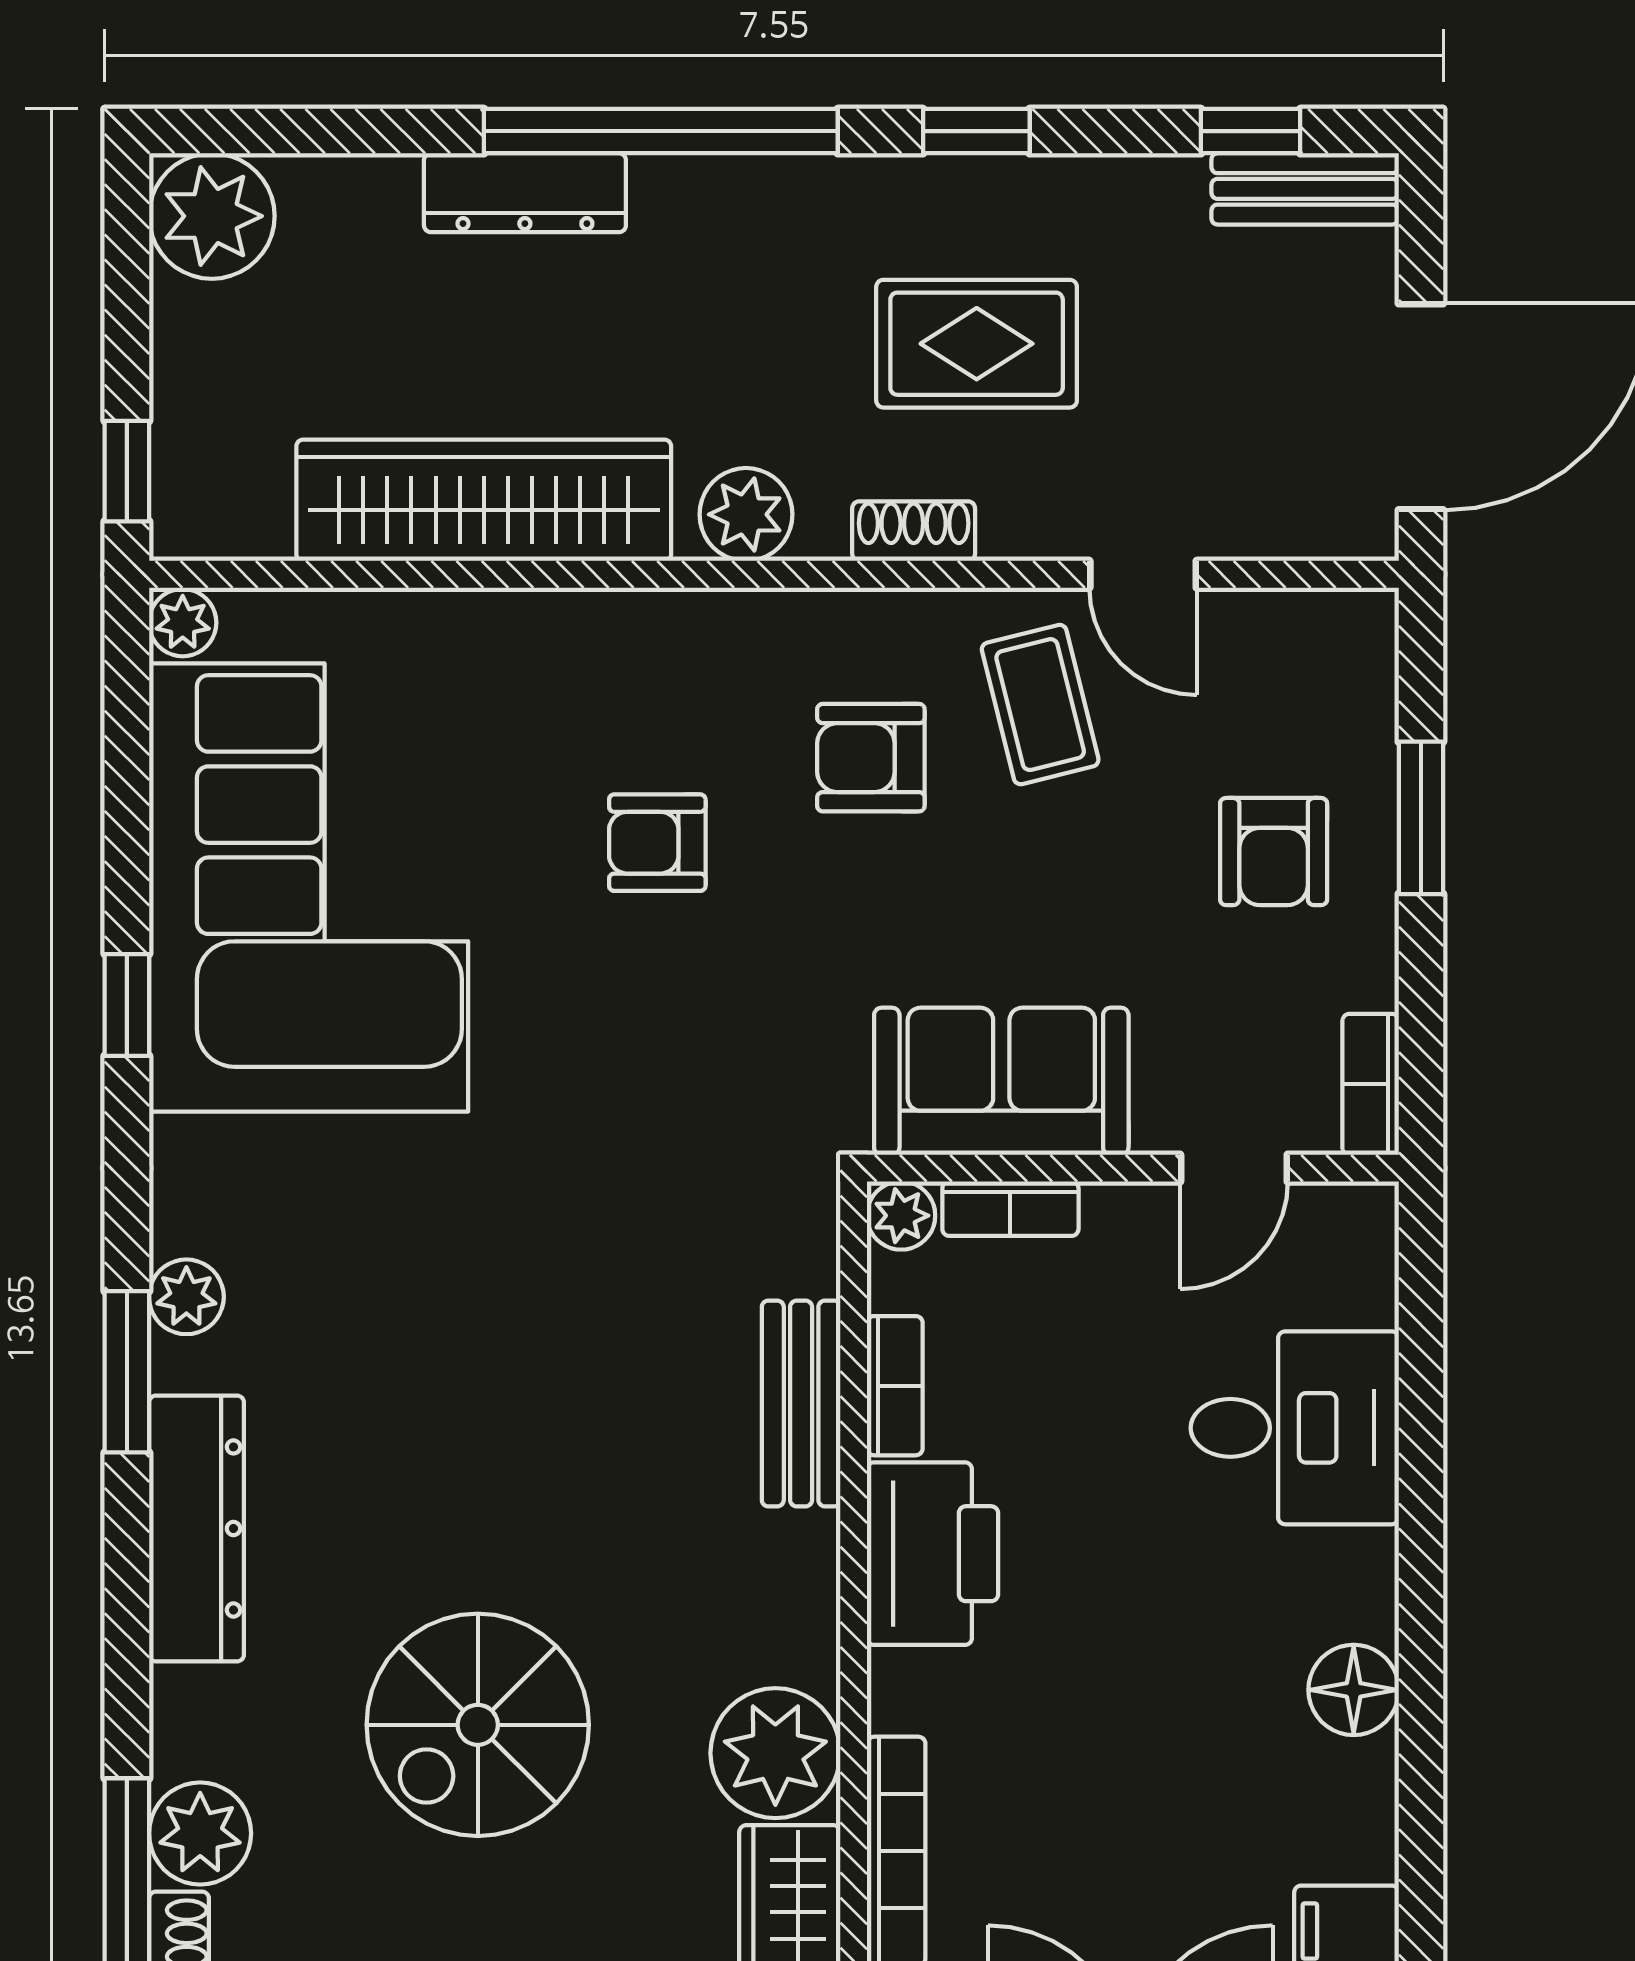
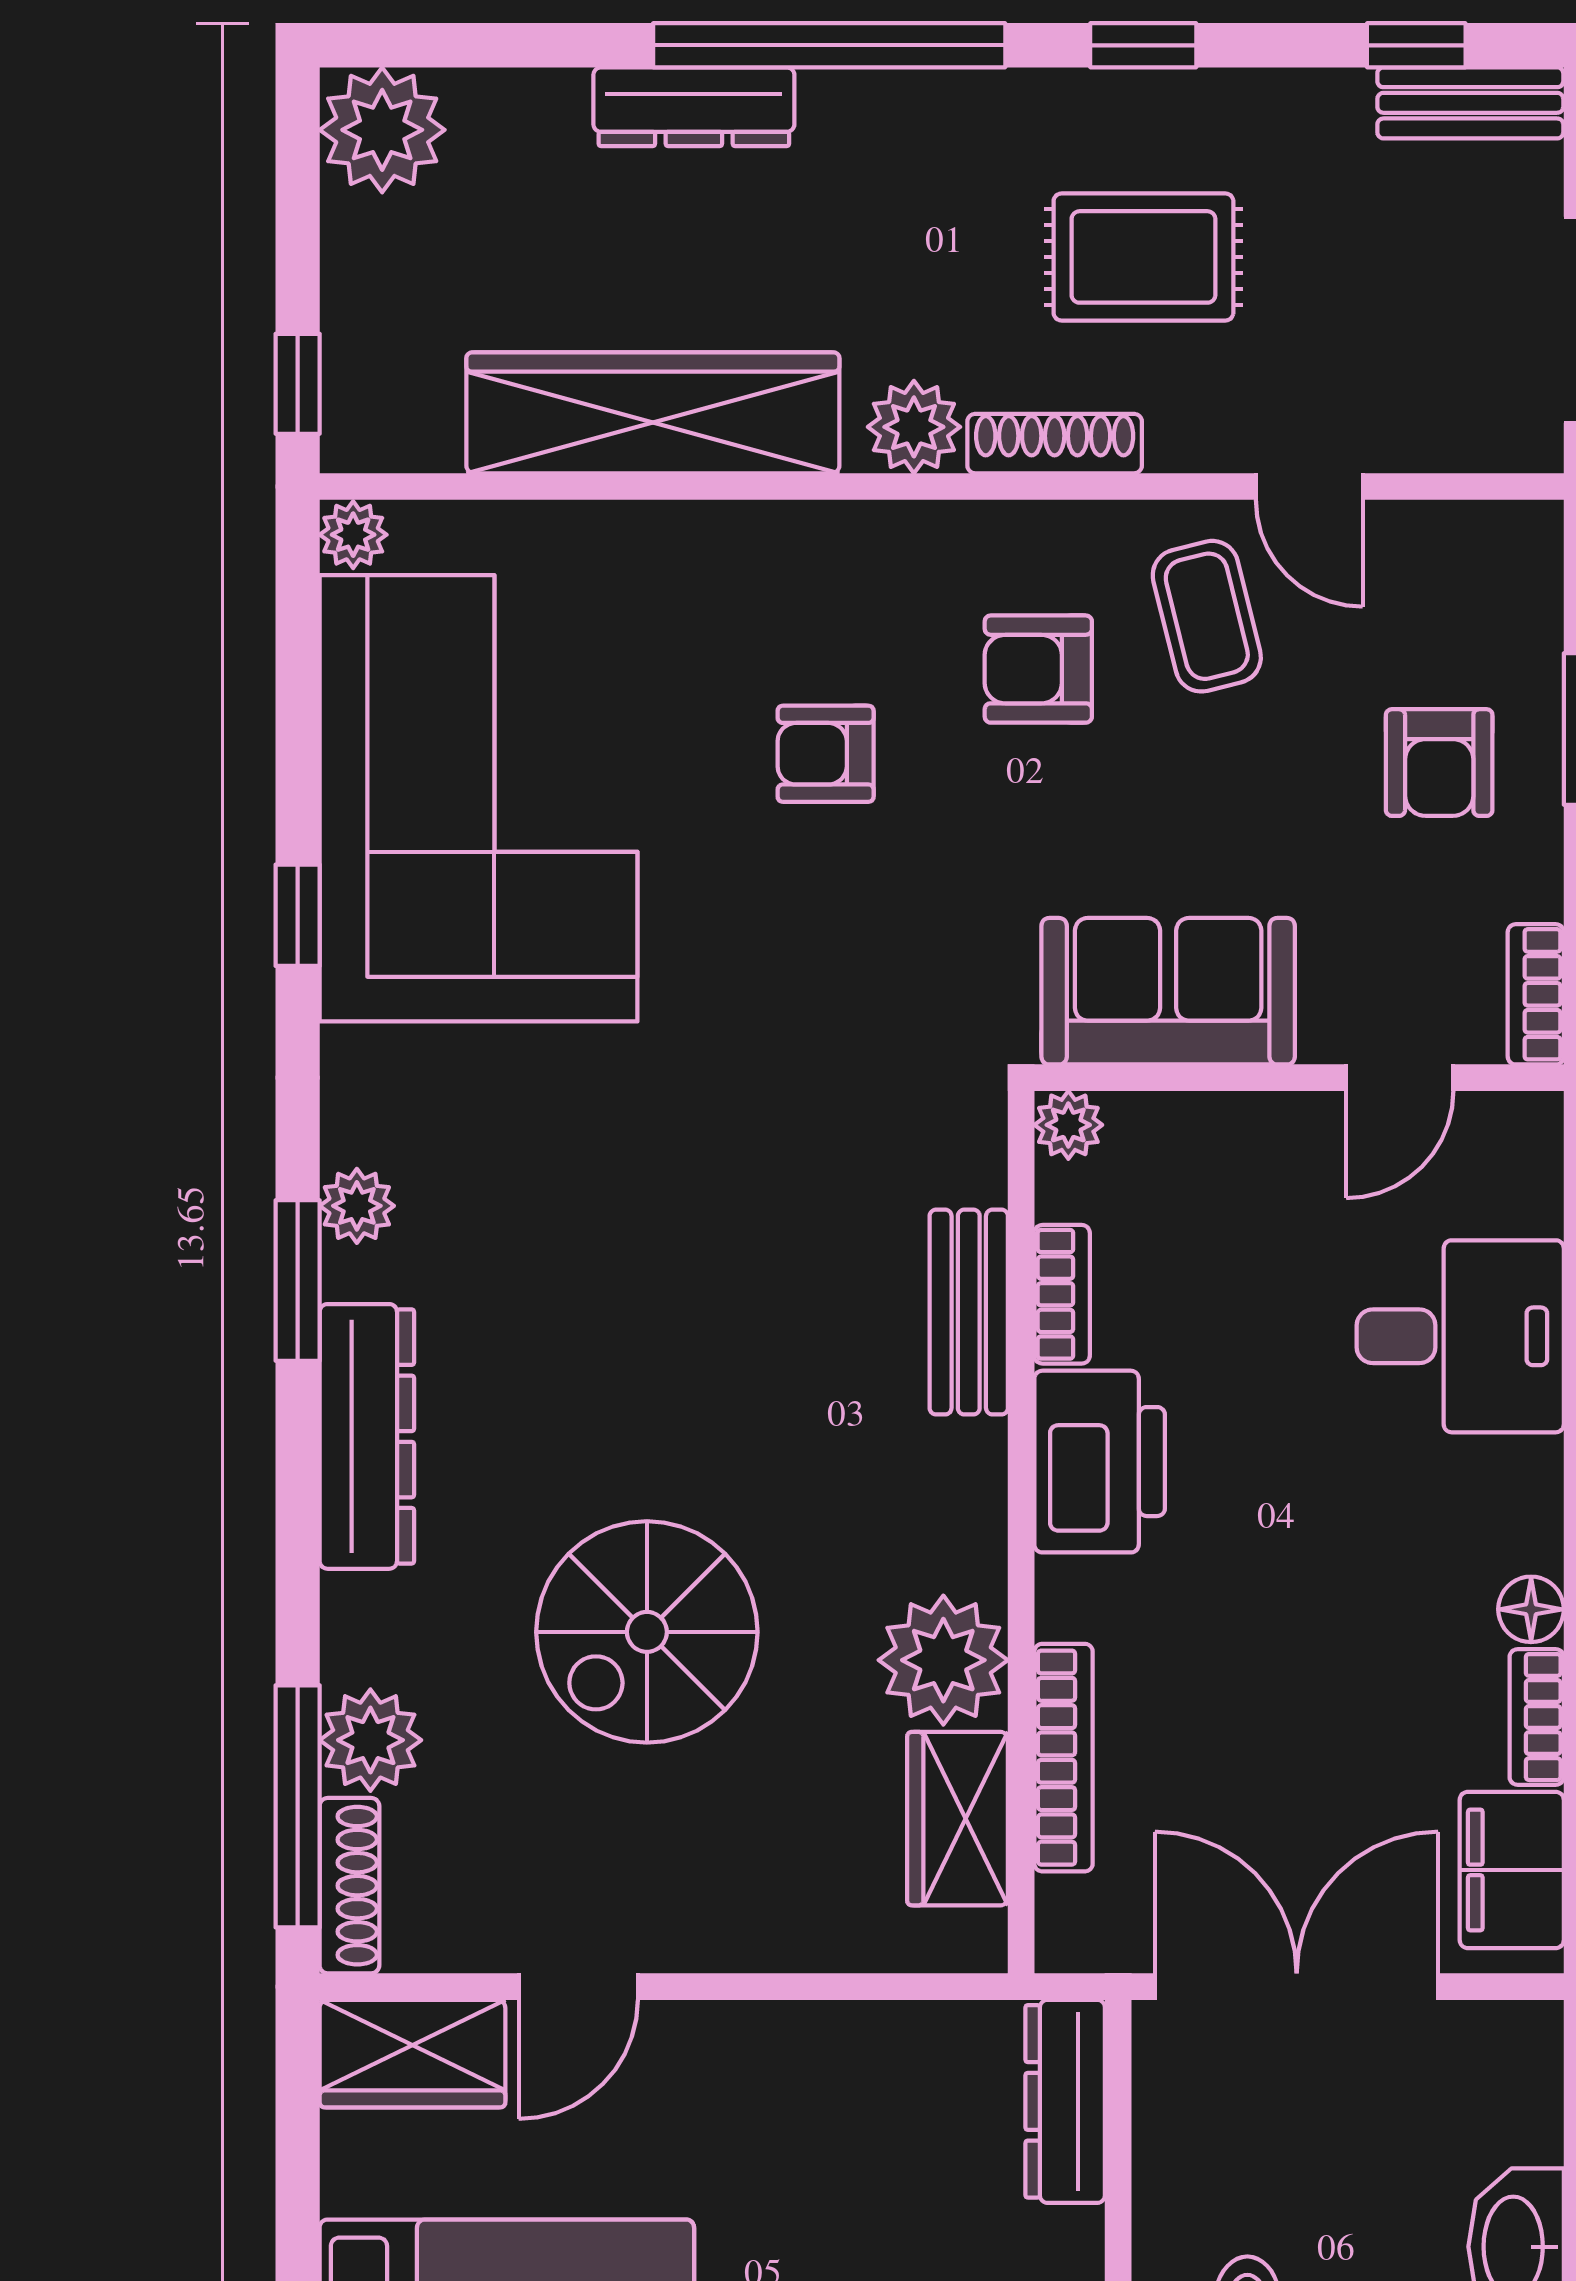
shoe rack: (914, 531) -> (1055, 444), width x1.43
bookcase: (1010, 1209) -> (1537, 1717), moved, turned 90
floor lamp: (1354, 1690) -> (1531, 1609), width x0.73, depth x0.73

